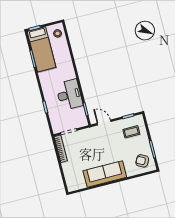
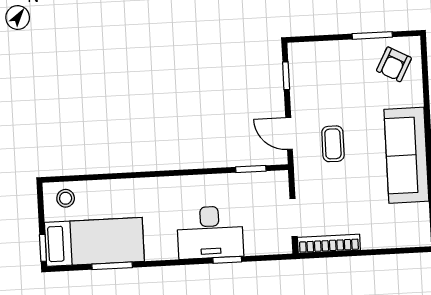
desk: (69, 95) -> (210, 232), moved, turned 180
door: (104, 122) -> (289, 133), hinge flipped
coffee table: (131, 132) -> (333, 144), moved

